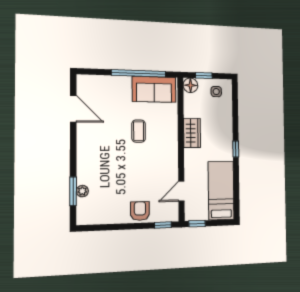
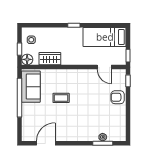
wardrobe: (192, 133) -> (50, 59), moved

